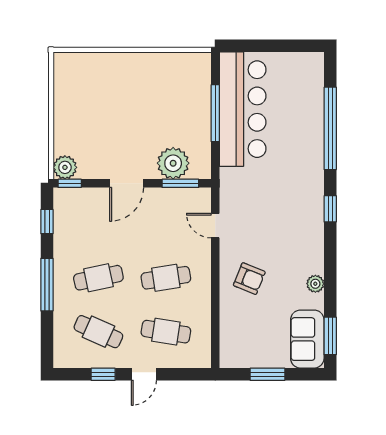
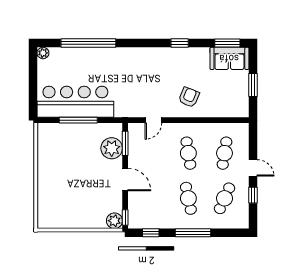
window: (330, 209) -> (180, 43), moved
plant: (315, 284) -> (43, 53), moved

